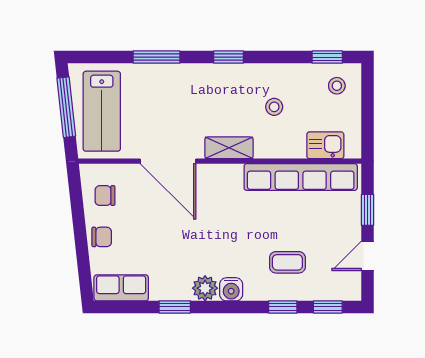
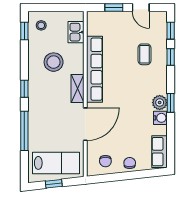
window: (156, 57) -> (24, 131), width x1.44
window: (66, 107) -> (54, 184), width x0.46
stool: (274, 107) -> (54, 62), width x1.89, depth x1.89
row of seats: (301, 177) -> (95, 69), moved
water cooler: (231, 289) -> (160, 118), moved
window: (175, 307) -> (171, 103), moved

